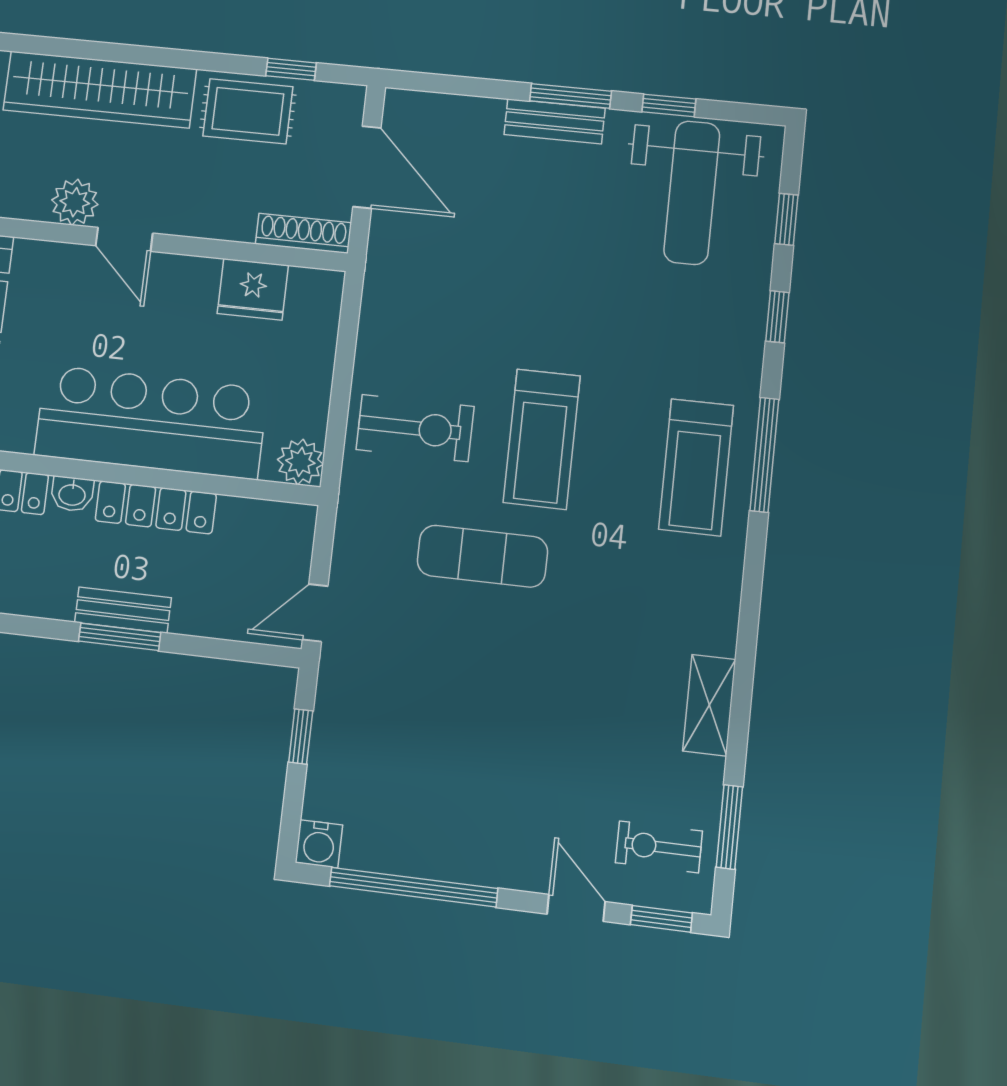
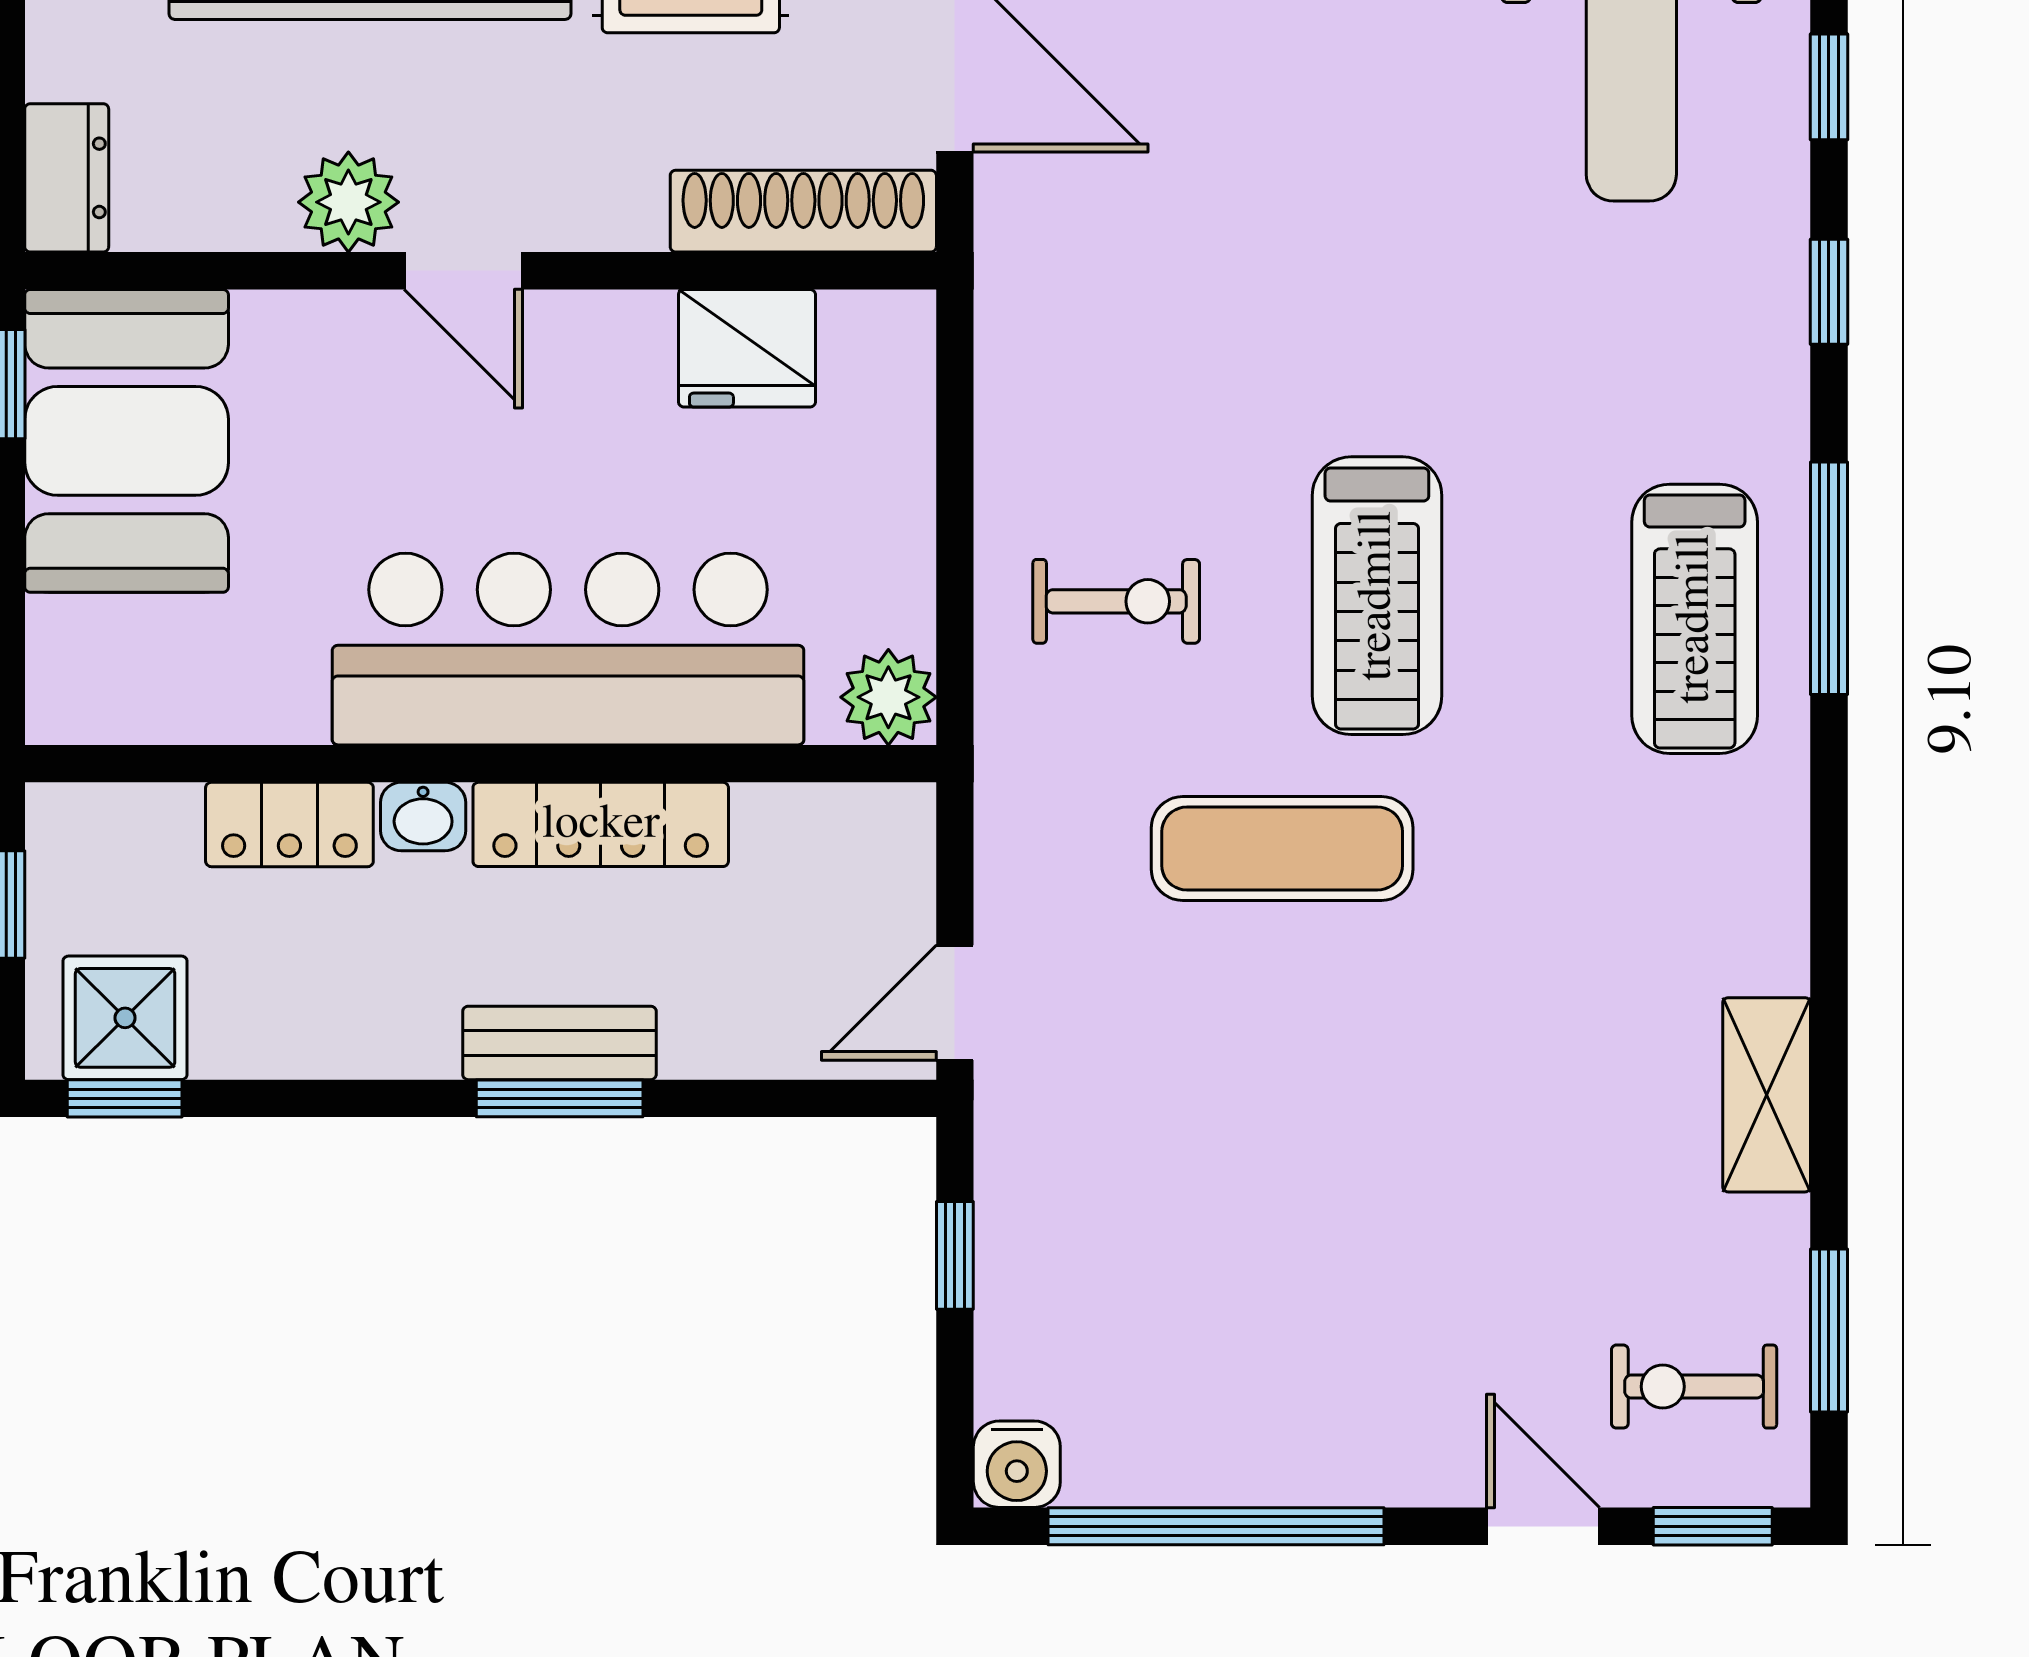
shoe rack: (303, 233) -> (803, 211), width x1.36, depth x1.24
exercise bike: (415, 428) -> (1116, 601), width x0.73, depth x0.72

